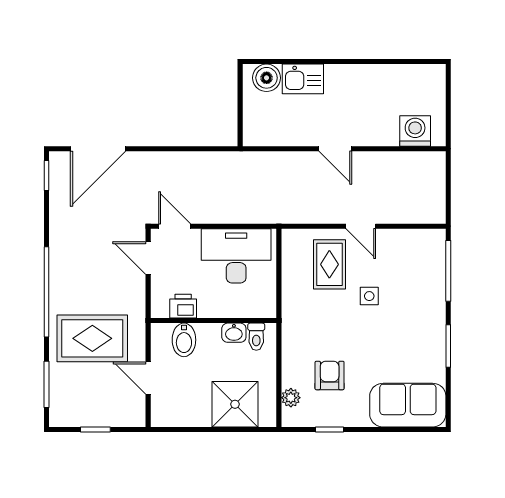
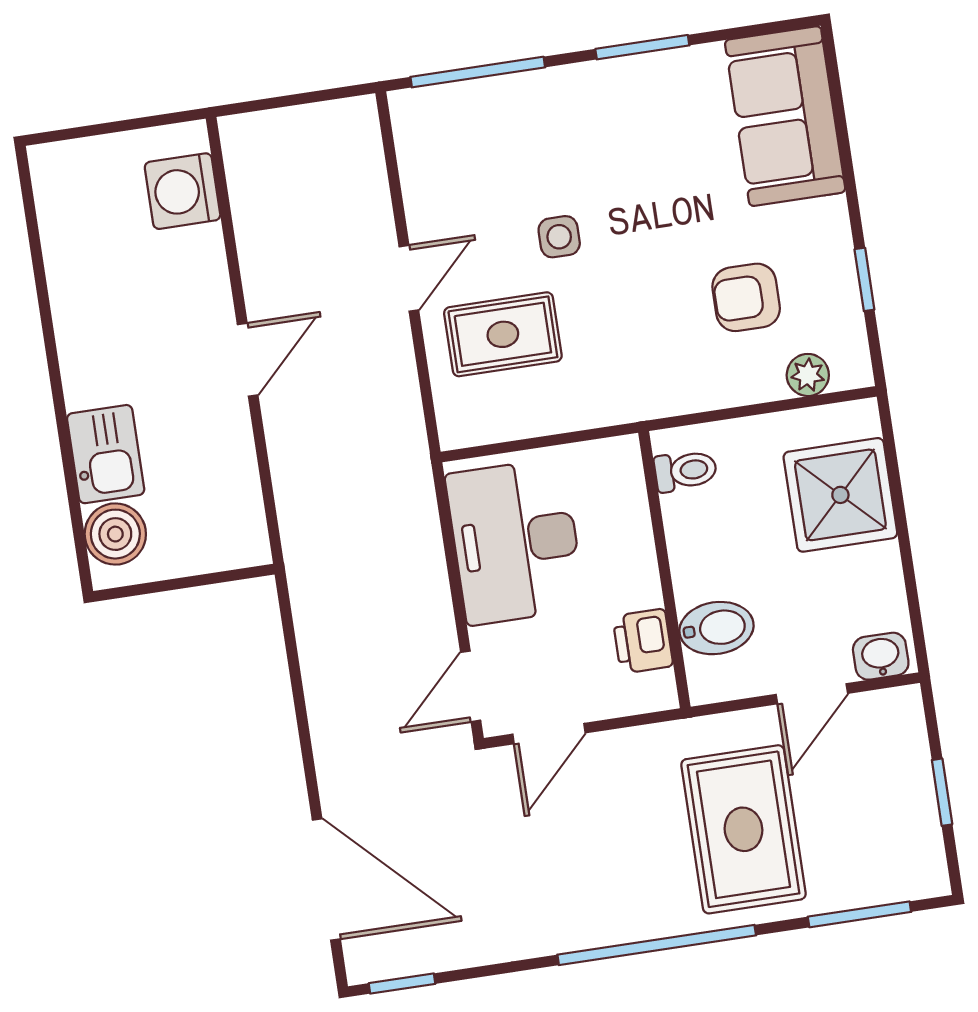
washbasin: (234, 333) -> (881, 656), moved, turned -90

